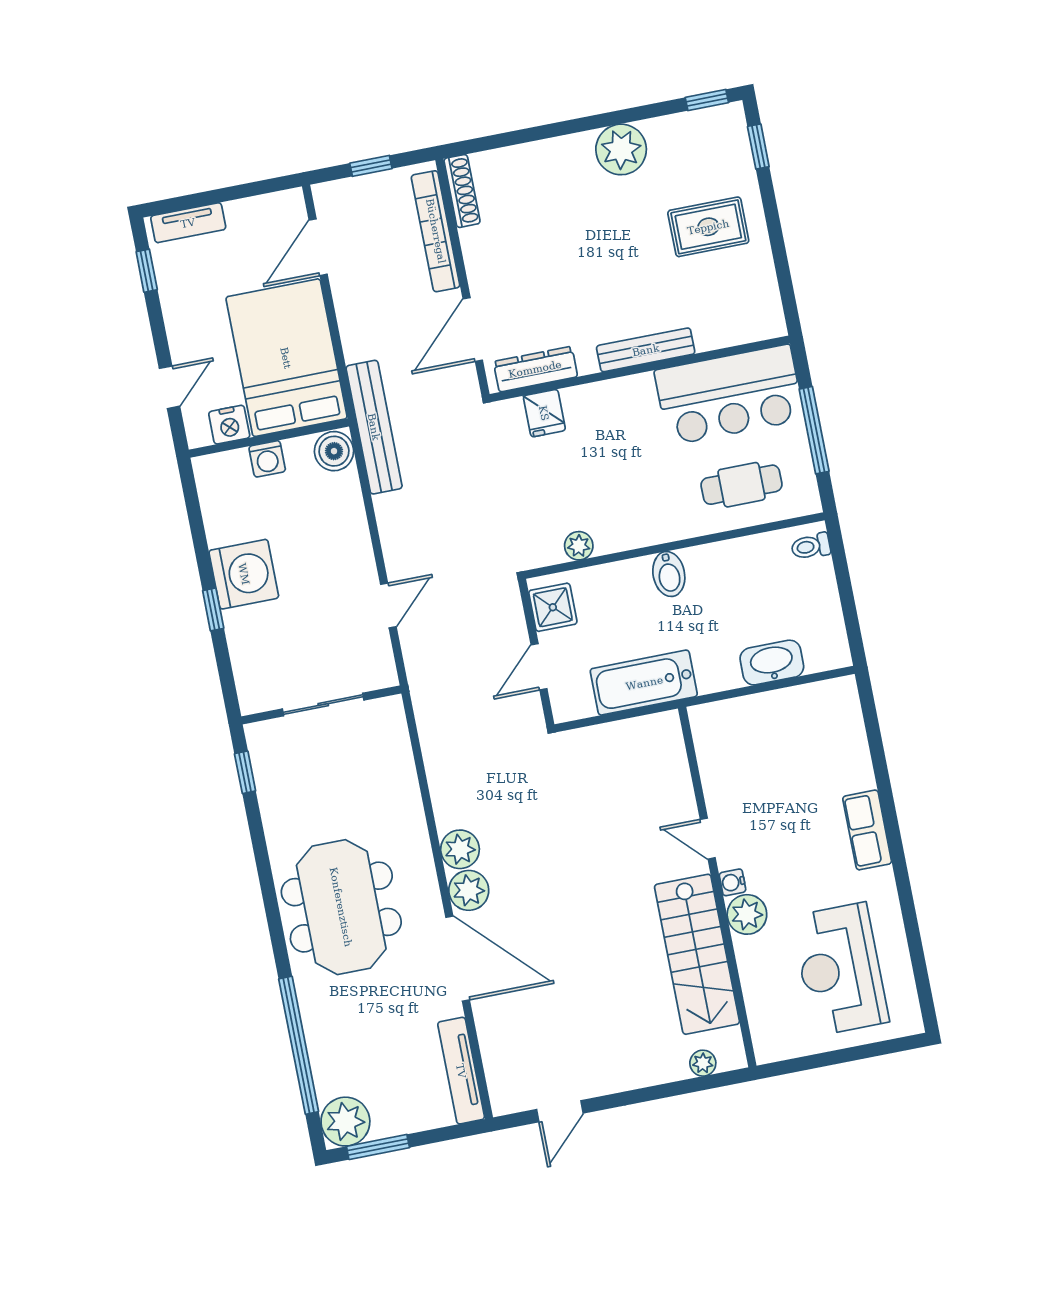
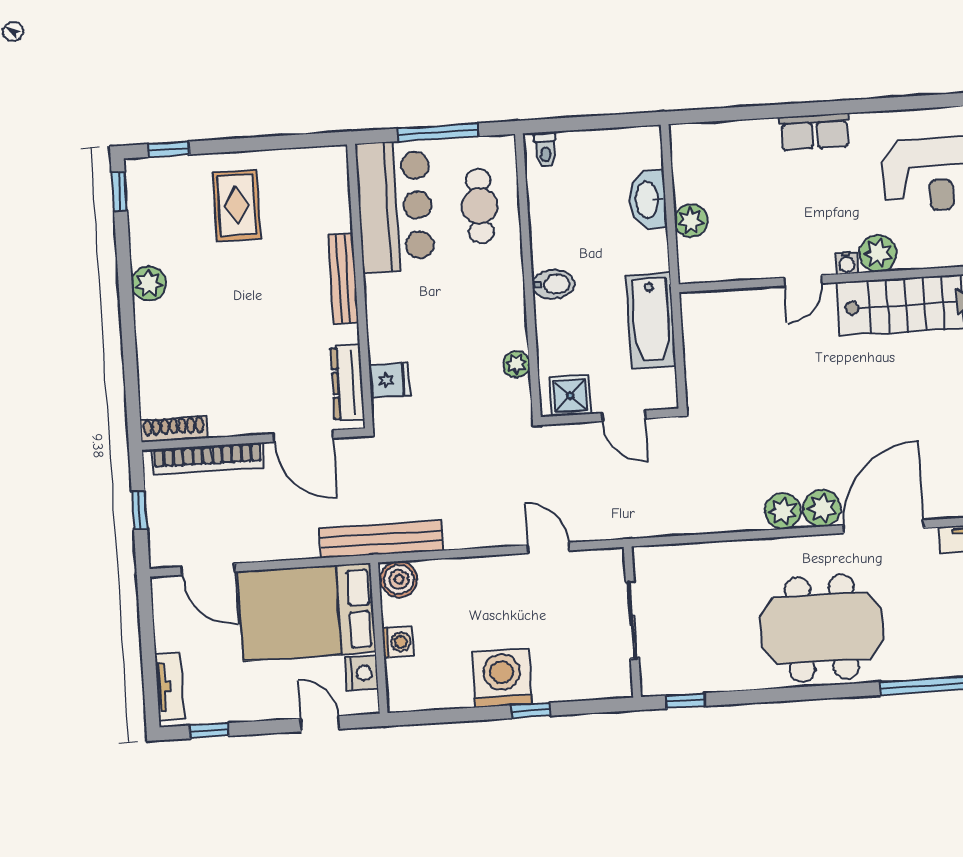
plant: (621, 149) -> (149, 283), width x0.73, depth x0.73
plant: (755, 711) -> (691, 221), added

